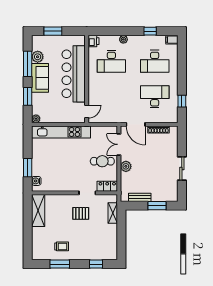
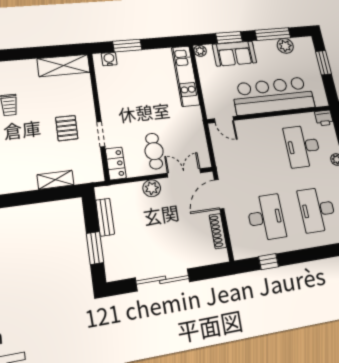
sofa: (40, 78) -> (235, 54), moved
kitchen unit: (61, 132) -> (186, 76), width x0.73
sliding door: (182, 169) -> (163, 280), width x1.37
shelving: (113, 213) -> (55, 180), moved

